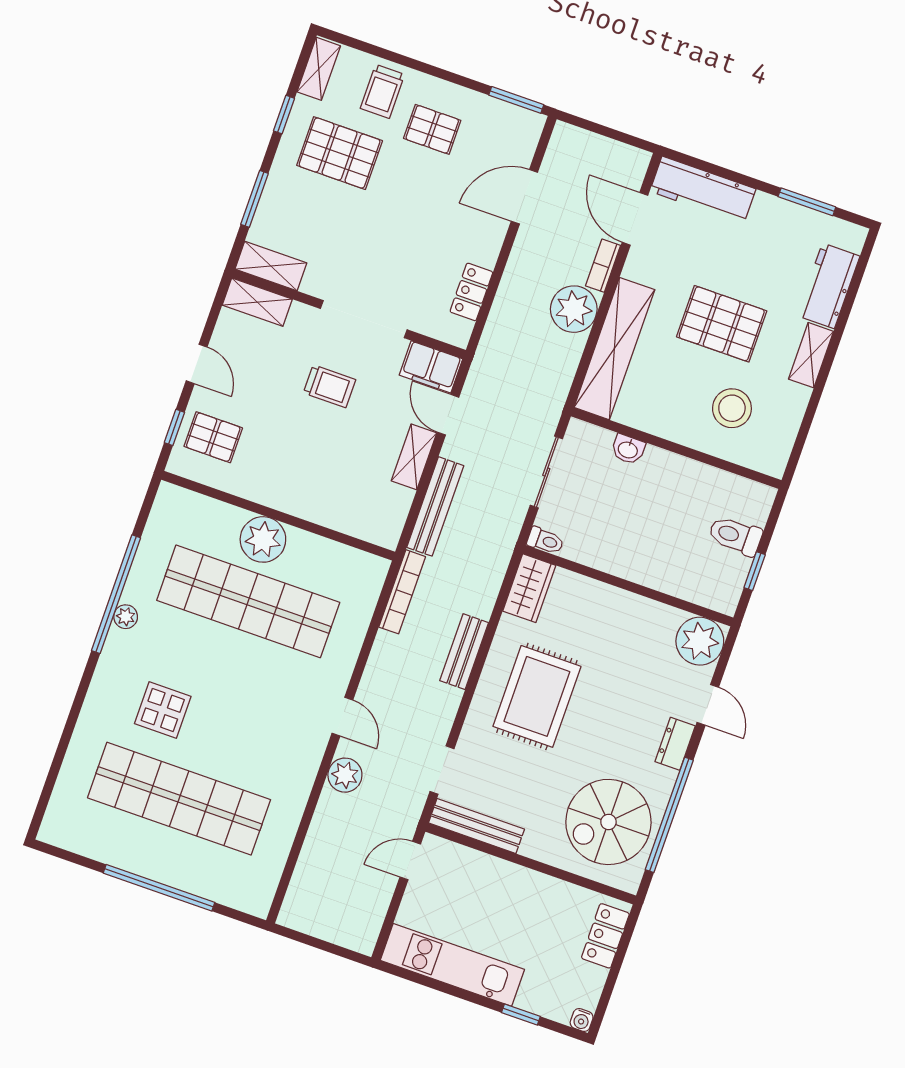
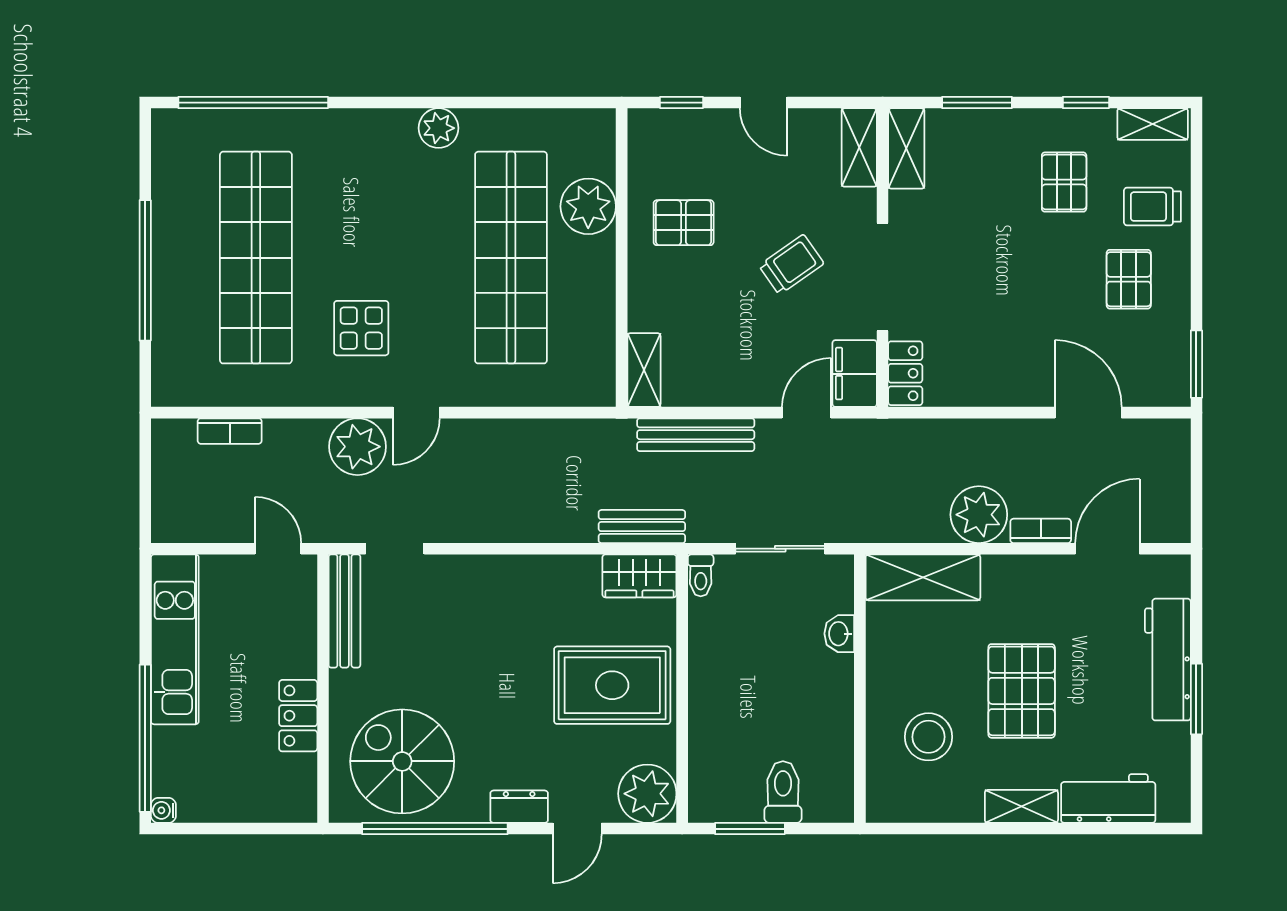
pallet: (340, 153) -> (1064, 182), width x0.67, depth x0.71
workbench: (703, 190) -> (1168, 660), moved
window: (807, 202) -> (1196, 699), moved
locker: (471, 292) -> (905, 373), moved, turned 90
shelving: (614, 349) -> (923, 577), width x0.68
door: (197, 364) -> (764, 103), hinge flipped
trolley: (329, 386) -> (791, 264), turned -125
pallet: (213, 437) -> (684, 223), moved, turned 90
shelving: (414, 457) -> (644, 370), moved, turned 90
plant: (263, 539) -> (588, 206), moved
window: (755, 571) -> (750, 829), width x1.50
bookcase: (402, 592) -> (230, 431), moved, width x0.64
window: (116, 594) -> (253, 103), moved
plant: (126, 617) -> (439, 128), width x1.38, depth x1.38
bench: (464, 652) -> (642, 527), moved
rug: (537, 696) -> (612, 685), moved
display table: (163, 710) -> (361, 328), moved
plant: (345, 775) -> (358, 447), width x1.36, depth x1.36
locker: (605, 936) -> (298, 716), moved, turned -90
window: (521, 1015) -> (145, 738), width x3.17

